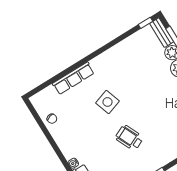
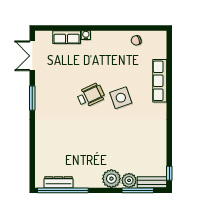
wheelchair: (129, 138) -> (91, 95), moved

